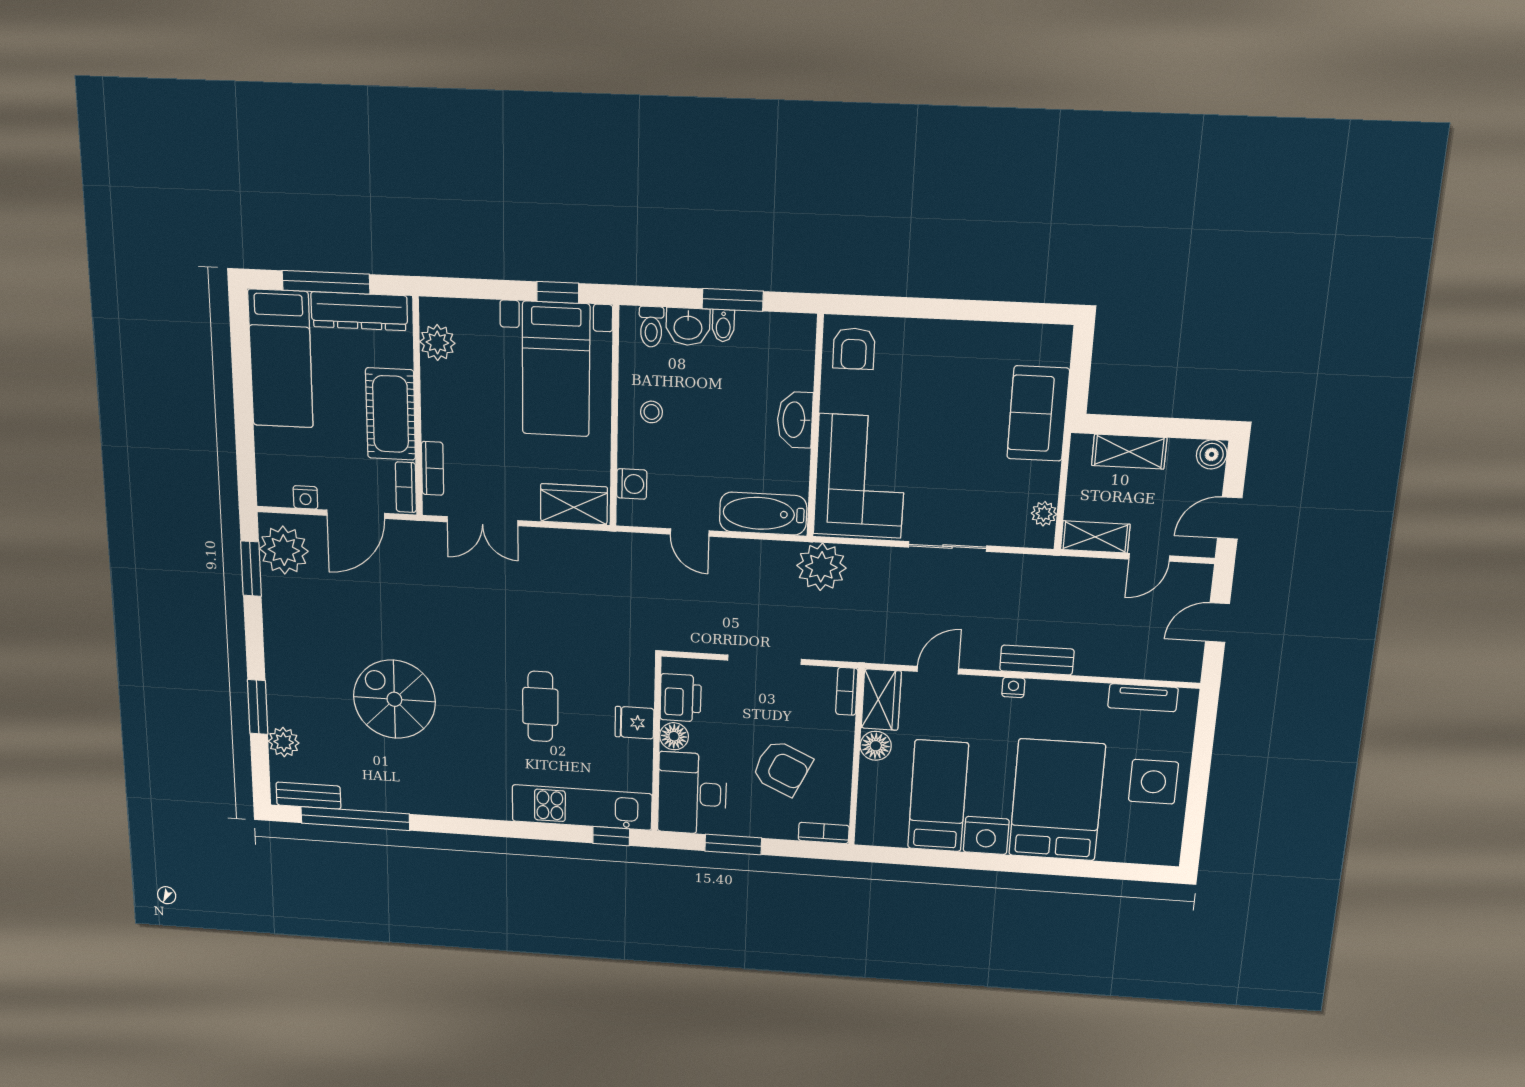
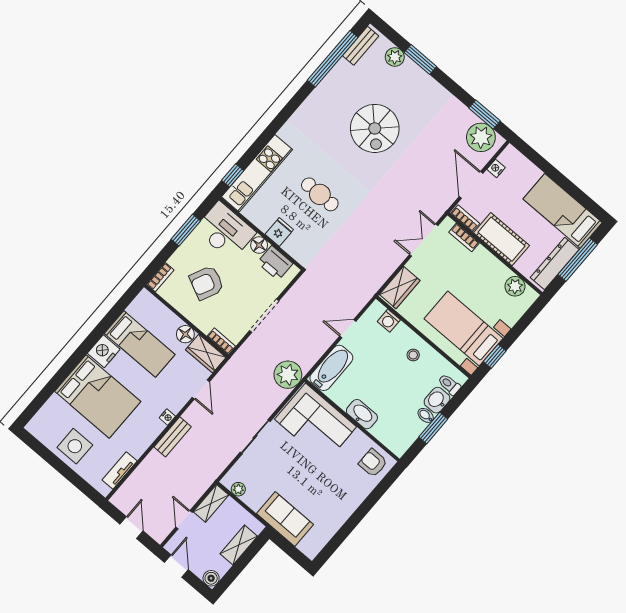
spiral stairs: (394, 699) -> (375, 128), turned 90

